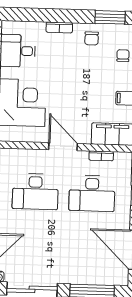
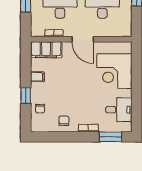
window: (110, 17) -> (110, 137), moved

